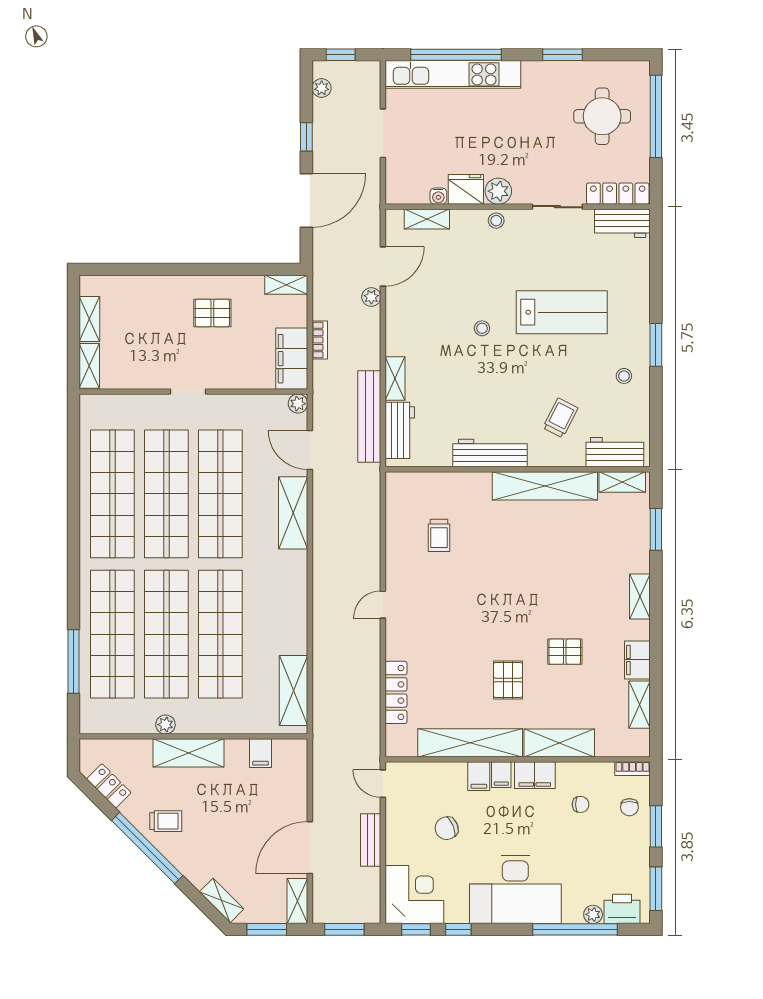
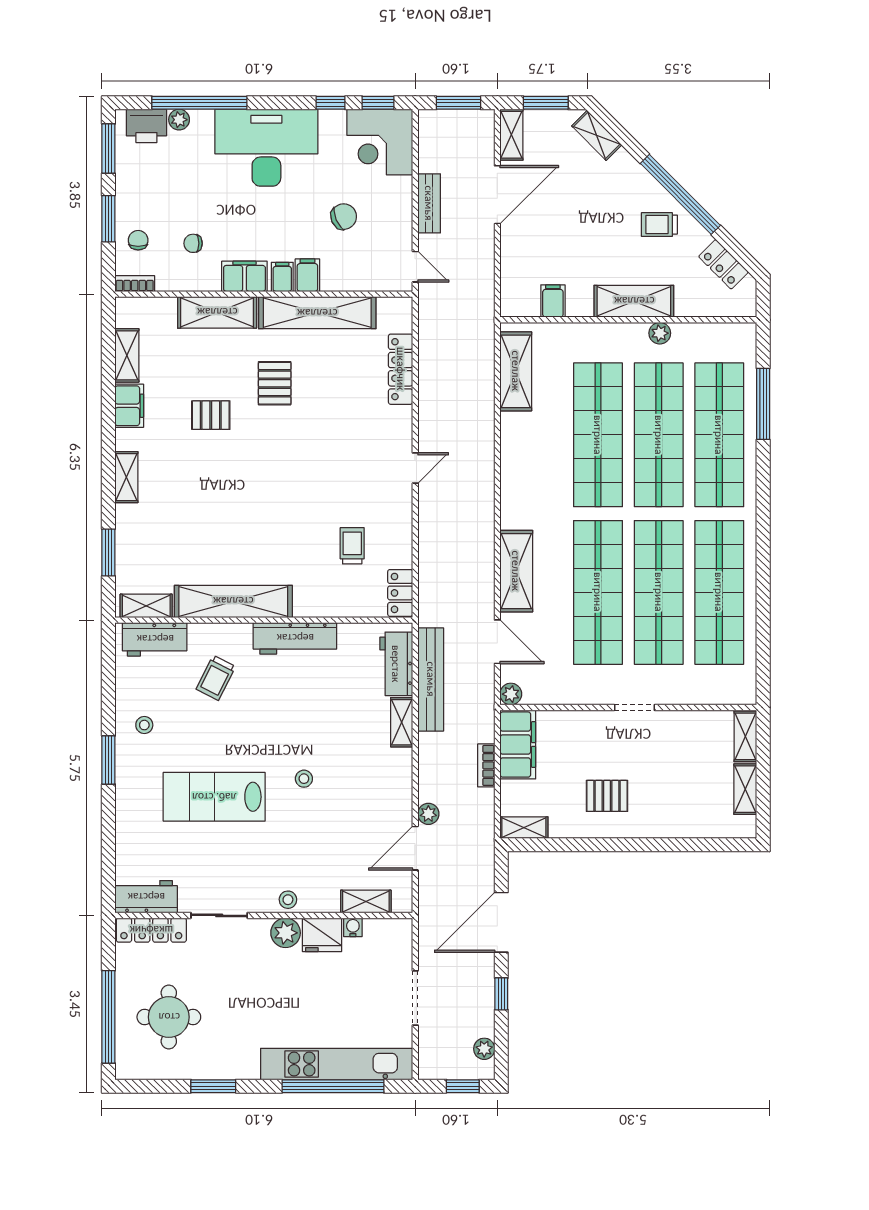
locker: (396, 493) -> (400, 593), added

